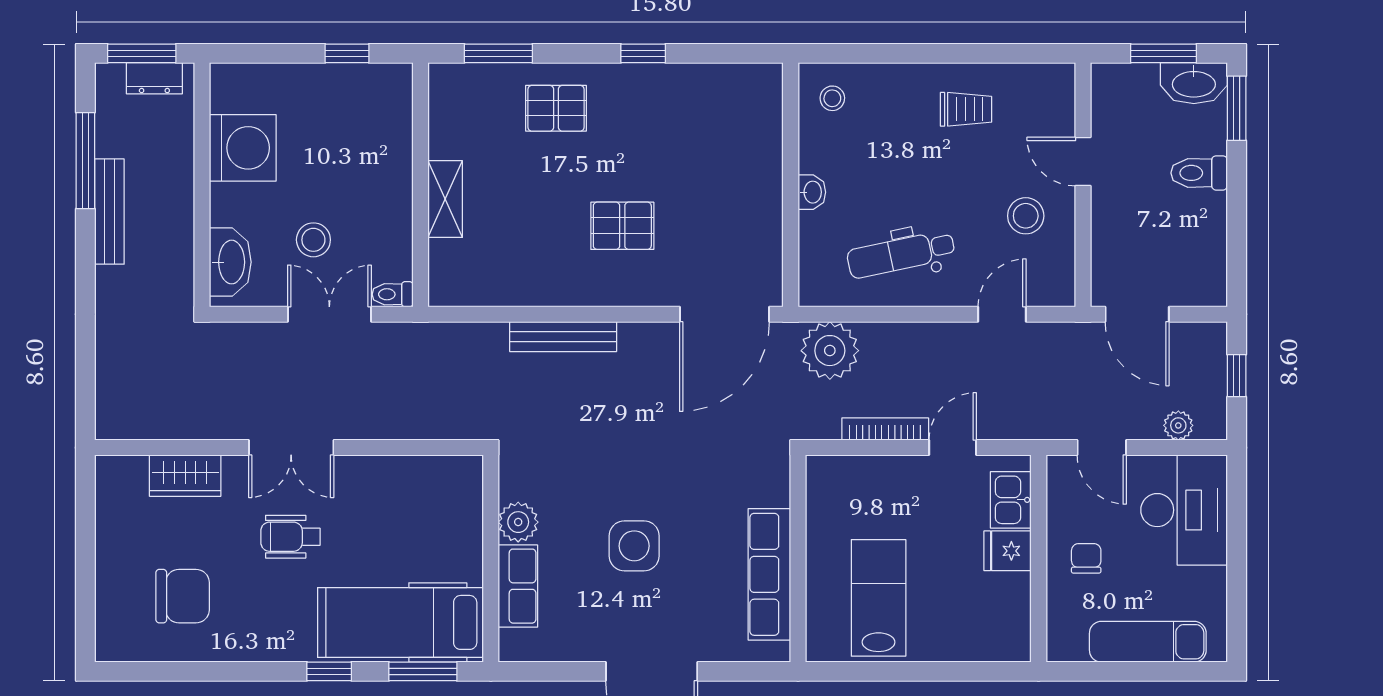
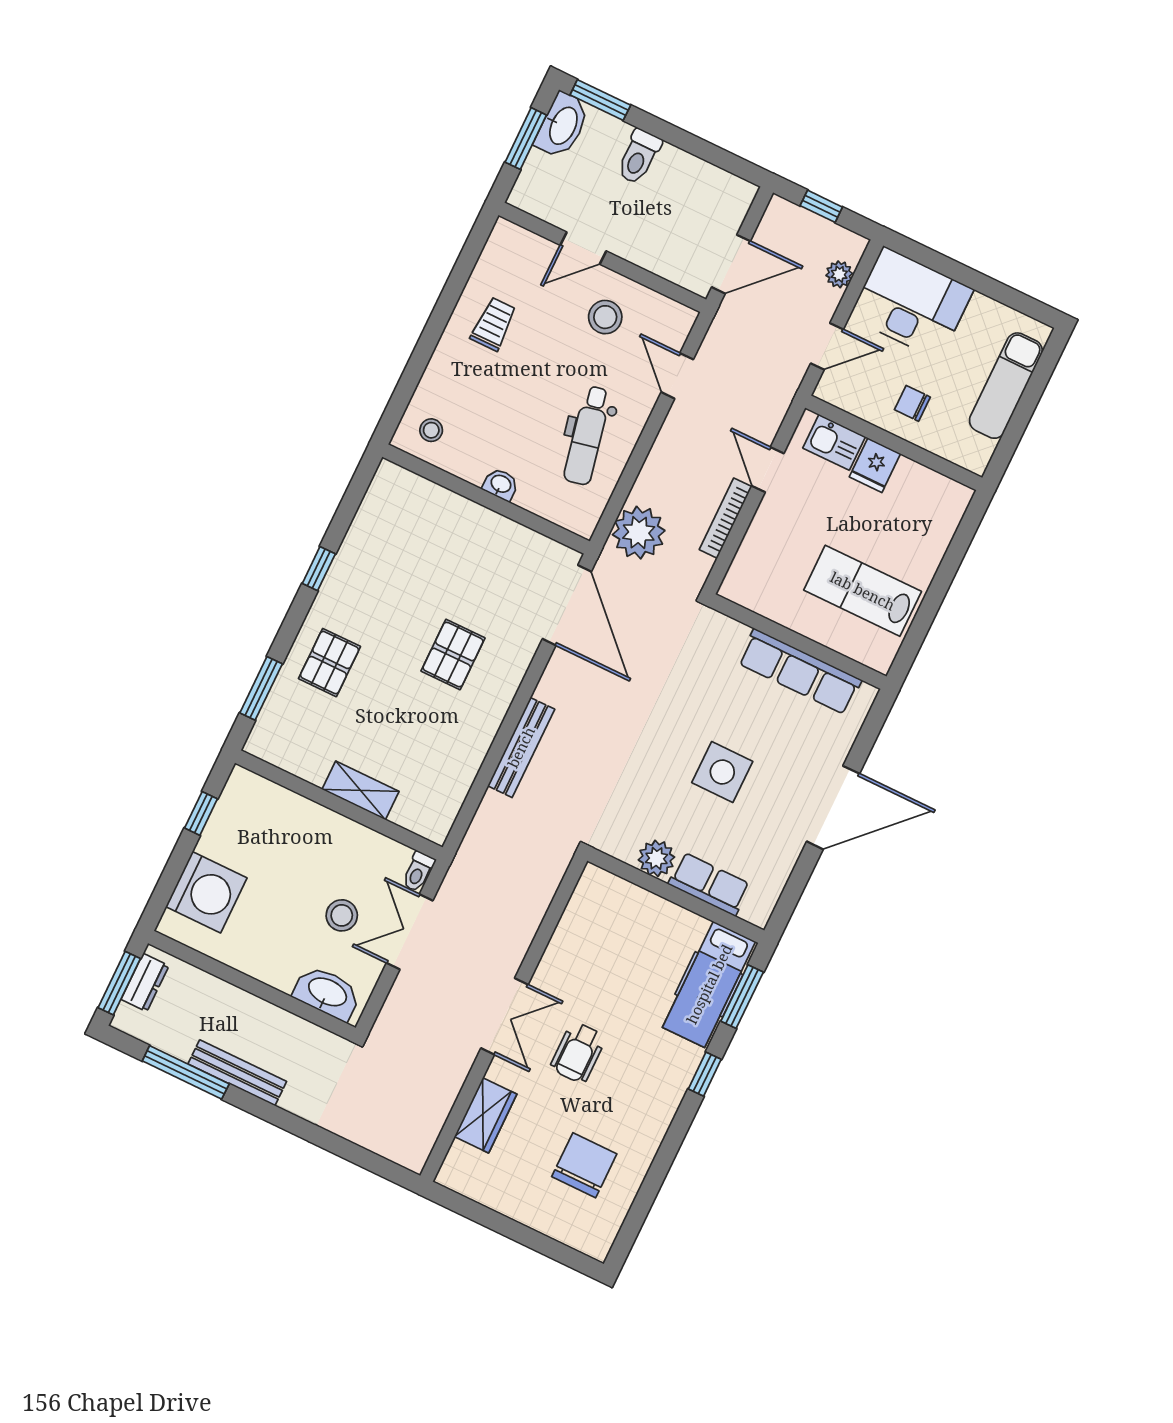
washing machine: (243, 148) -> (206, 892), moved, turned 90
hospital bed: (401, 622) -> (709, 984), width x0.73, depth x0.78

